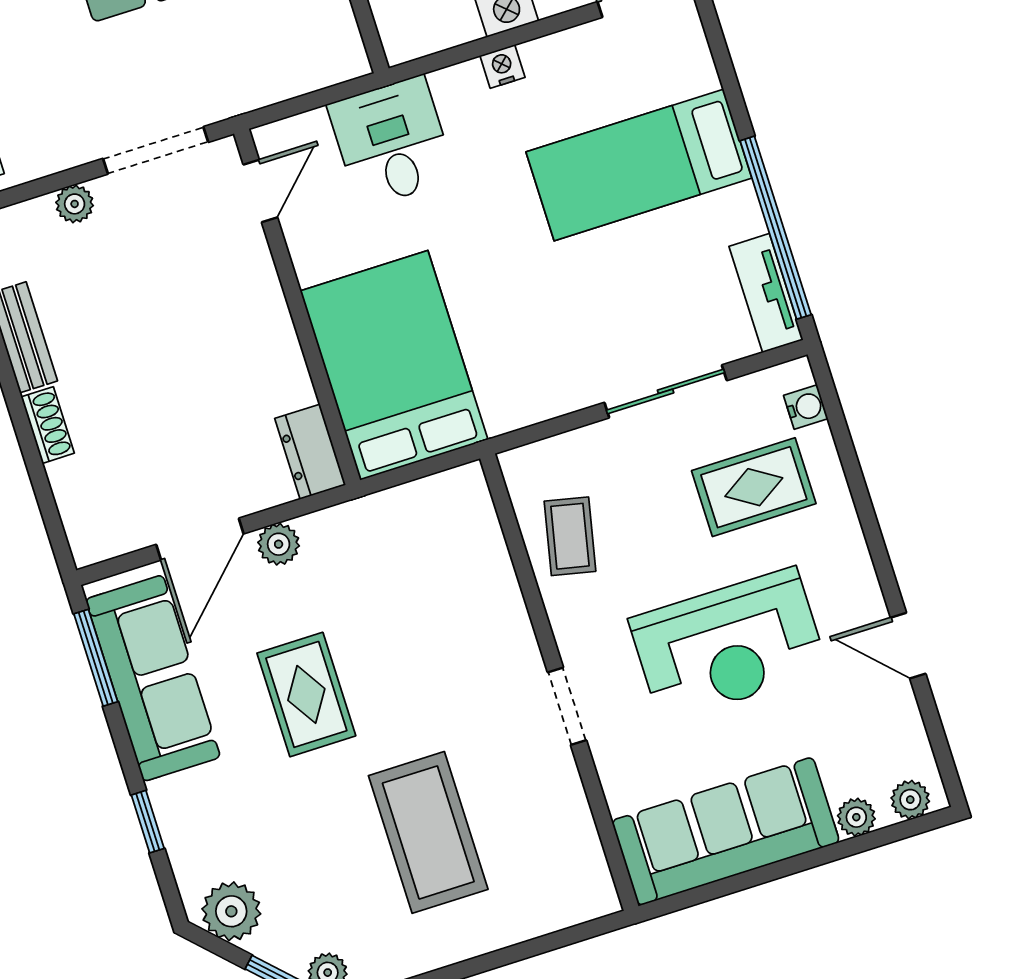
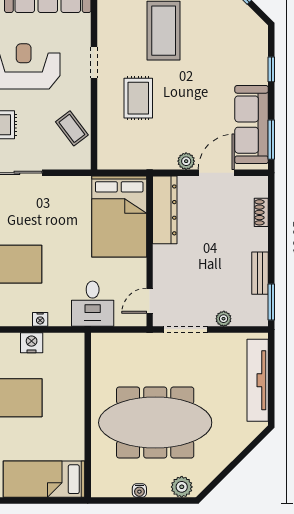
shoe rack: (48, 425) -> (261, 212), moved
dresser: (310, 452) -> (165, 210), width x1.96, depth x1.24
coffee table: (570, 536) -> (72, 128), turned -49
rug: (306, 694) -> (138, 98), moved
plant: (231, 911) -> (250, 24), removed

